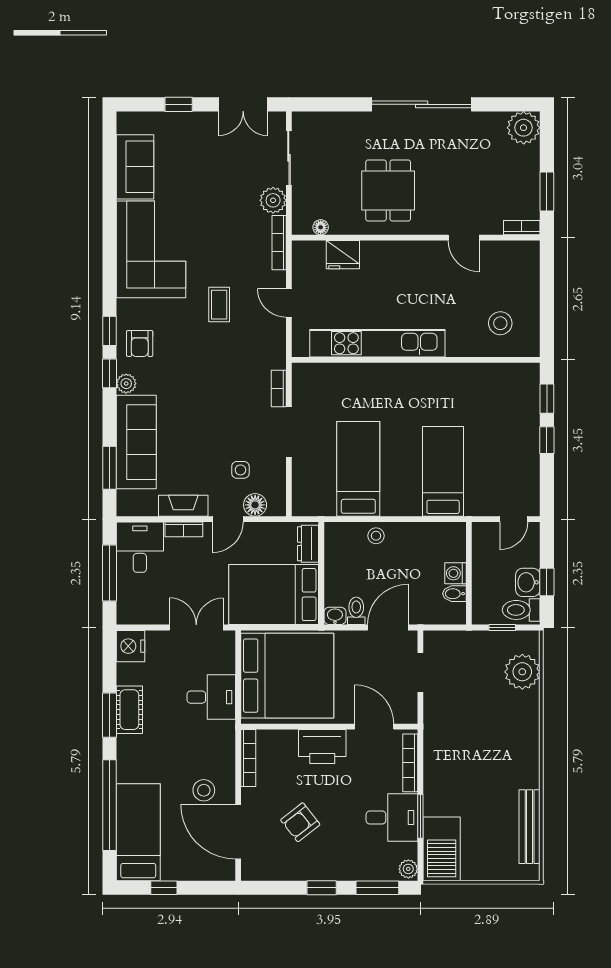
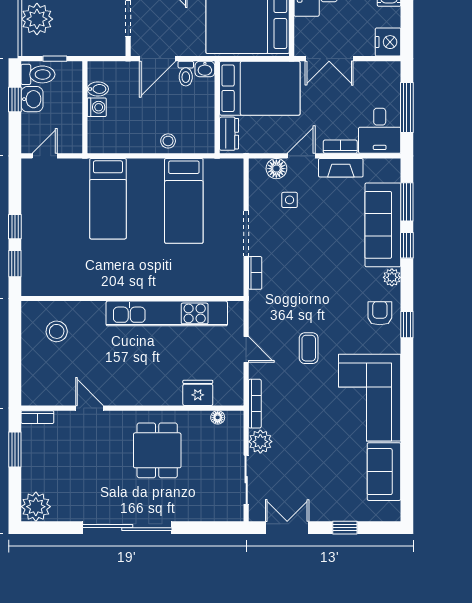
window: (109, 373) -> (407, 245), moved

